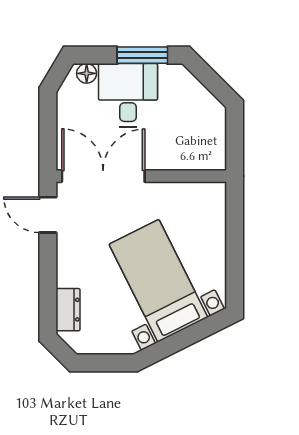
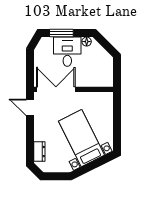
window: (142, 55) -> (61, 33), moved
floor lamp: (87, 73) -> (87, 42), moved

